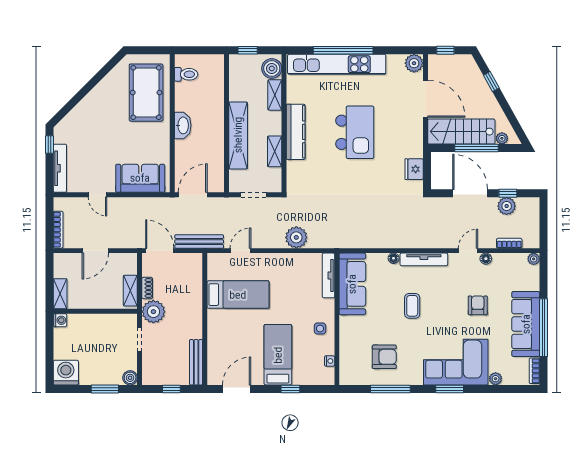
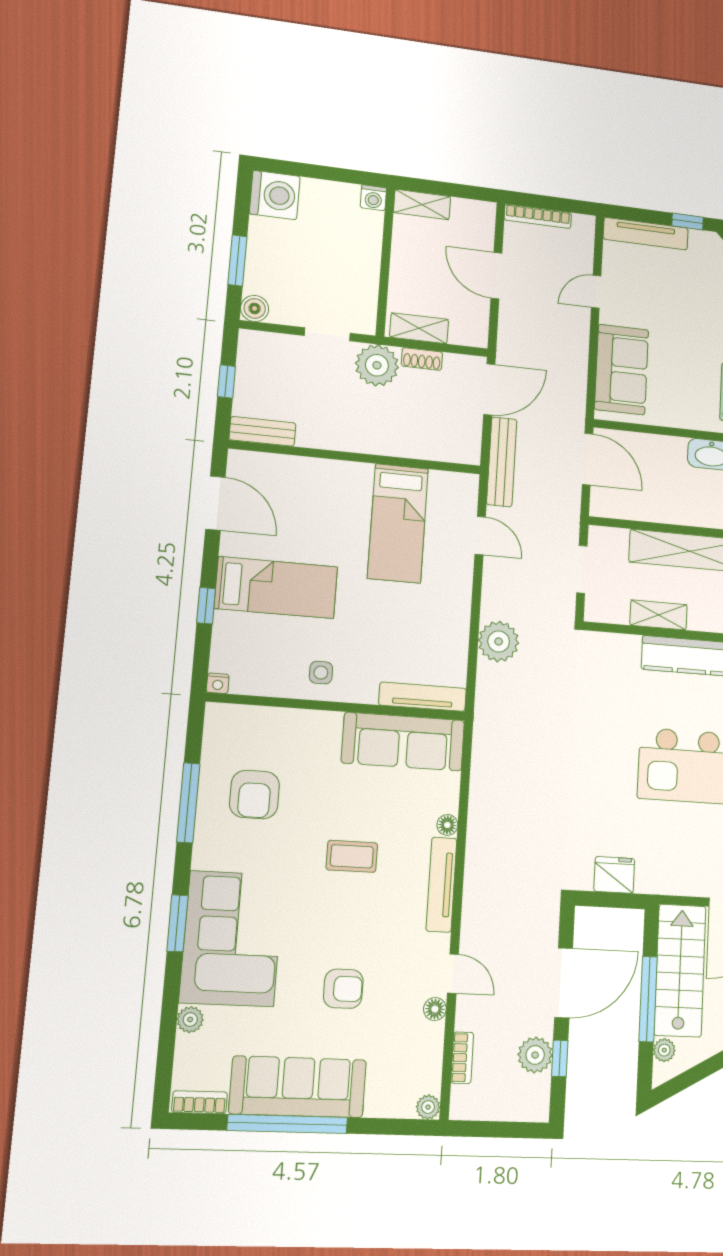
nightstand: (330, 361) -> (218, 683), moved
bench: (196, 362) -> (262, 431), width x0.73

